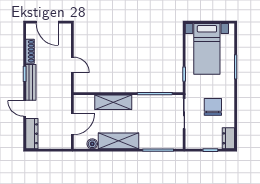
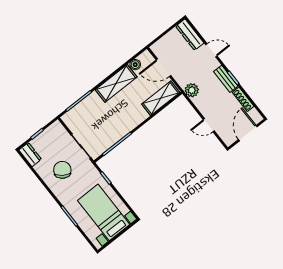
door: (47, 22) -> (248, 133), hinge flipped
door: (72, 65) -> (209, 125), moved
bench: (31, 82) -> (226, 79), width x0.73
plant: (64, 90) -> (192, 90), added
shelving: (113, 102) -> (161, 98), moved
chair: (213, 107) -> (62, 170), turned -145
door: (72, 124) -> (163, 68), hinge flipped

